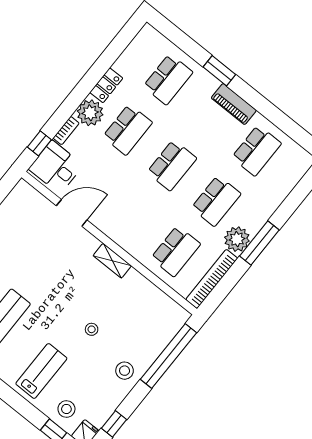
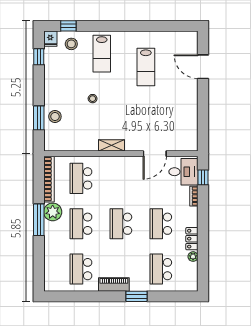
plant: (90, 113) -> (193, 257), moved, width x0.53, depth x0.53
window: (168, 356) -> (39, 118), width x0.47
stool: (125, 371) -> (55, 117), moved

